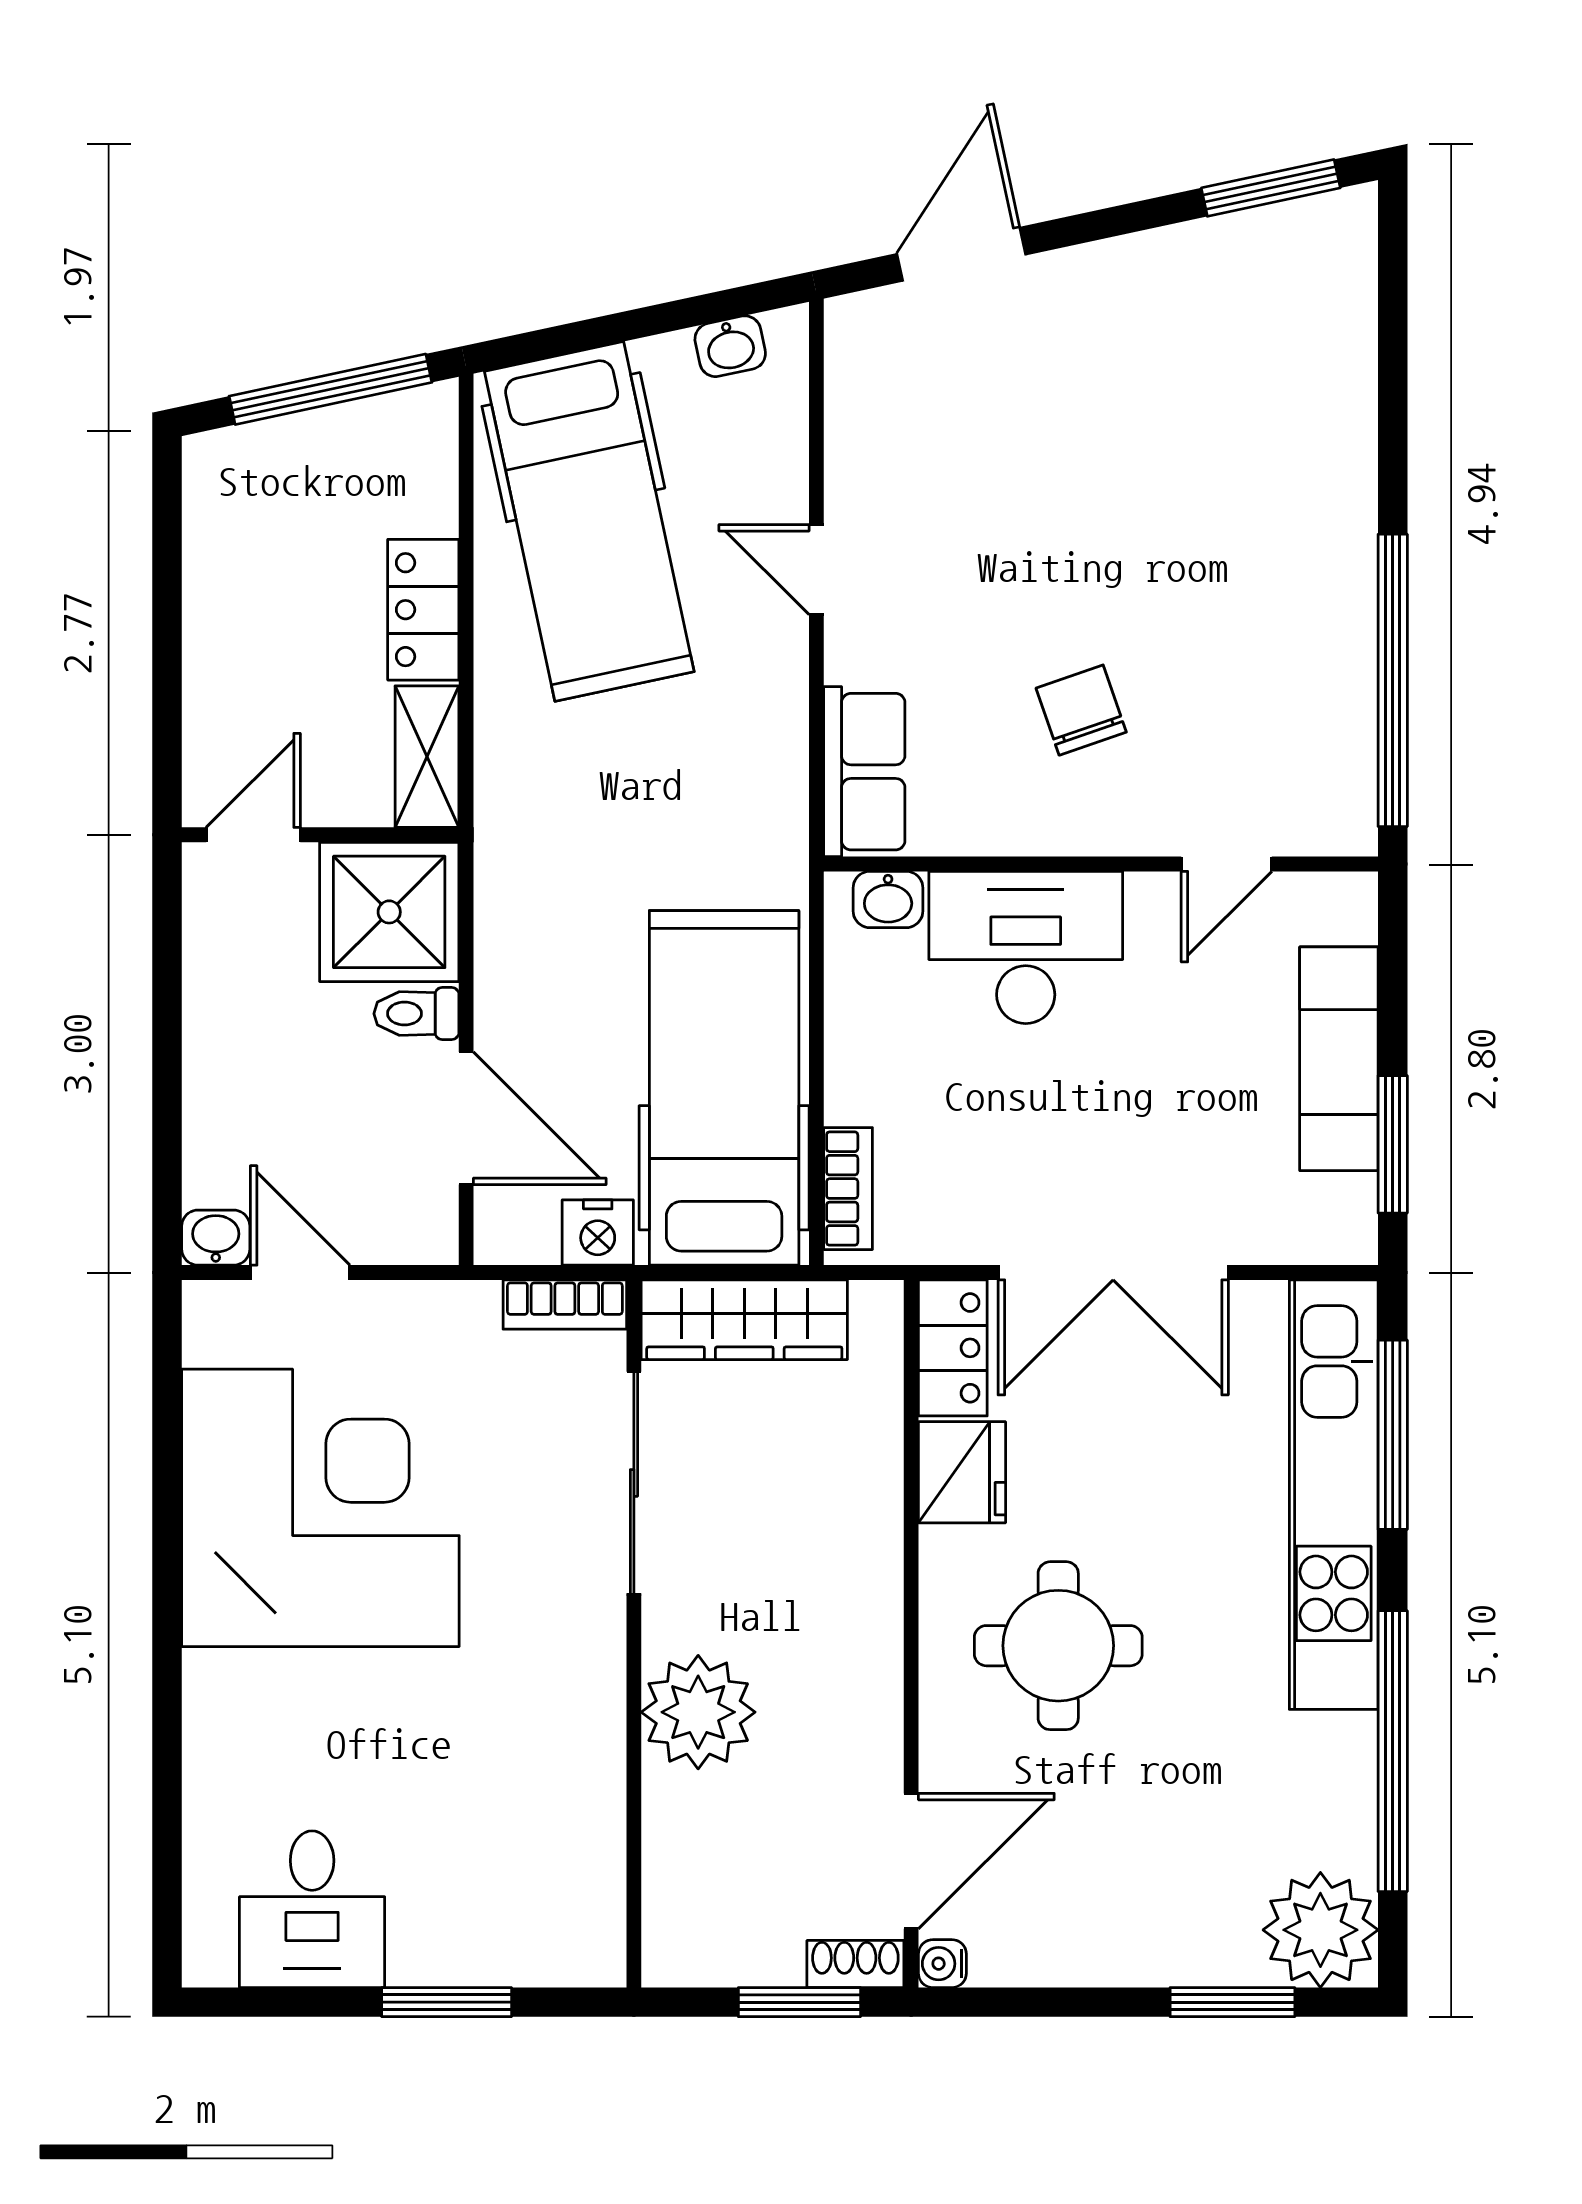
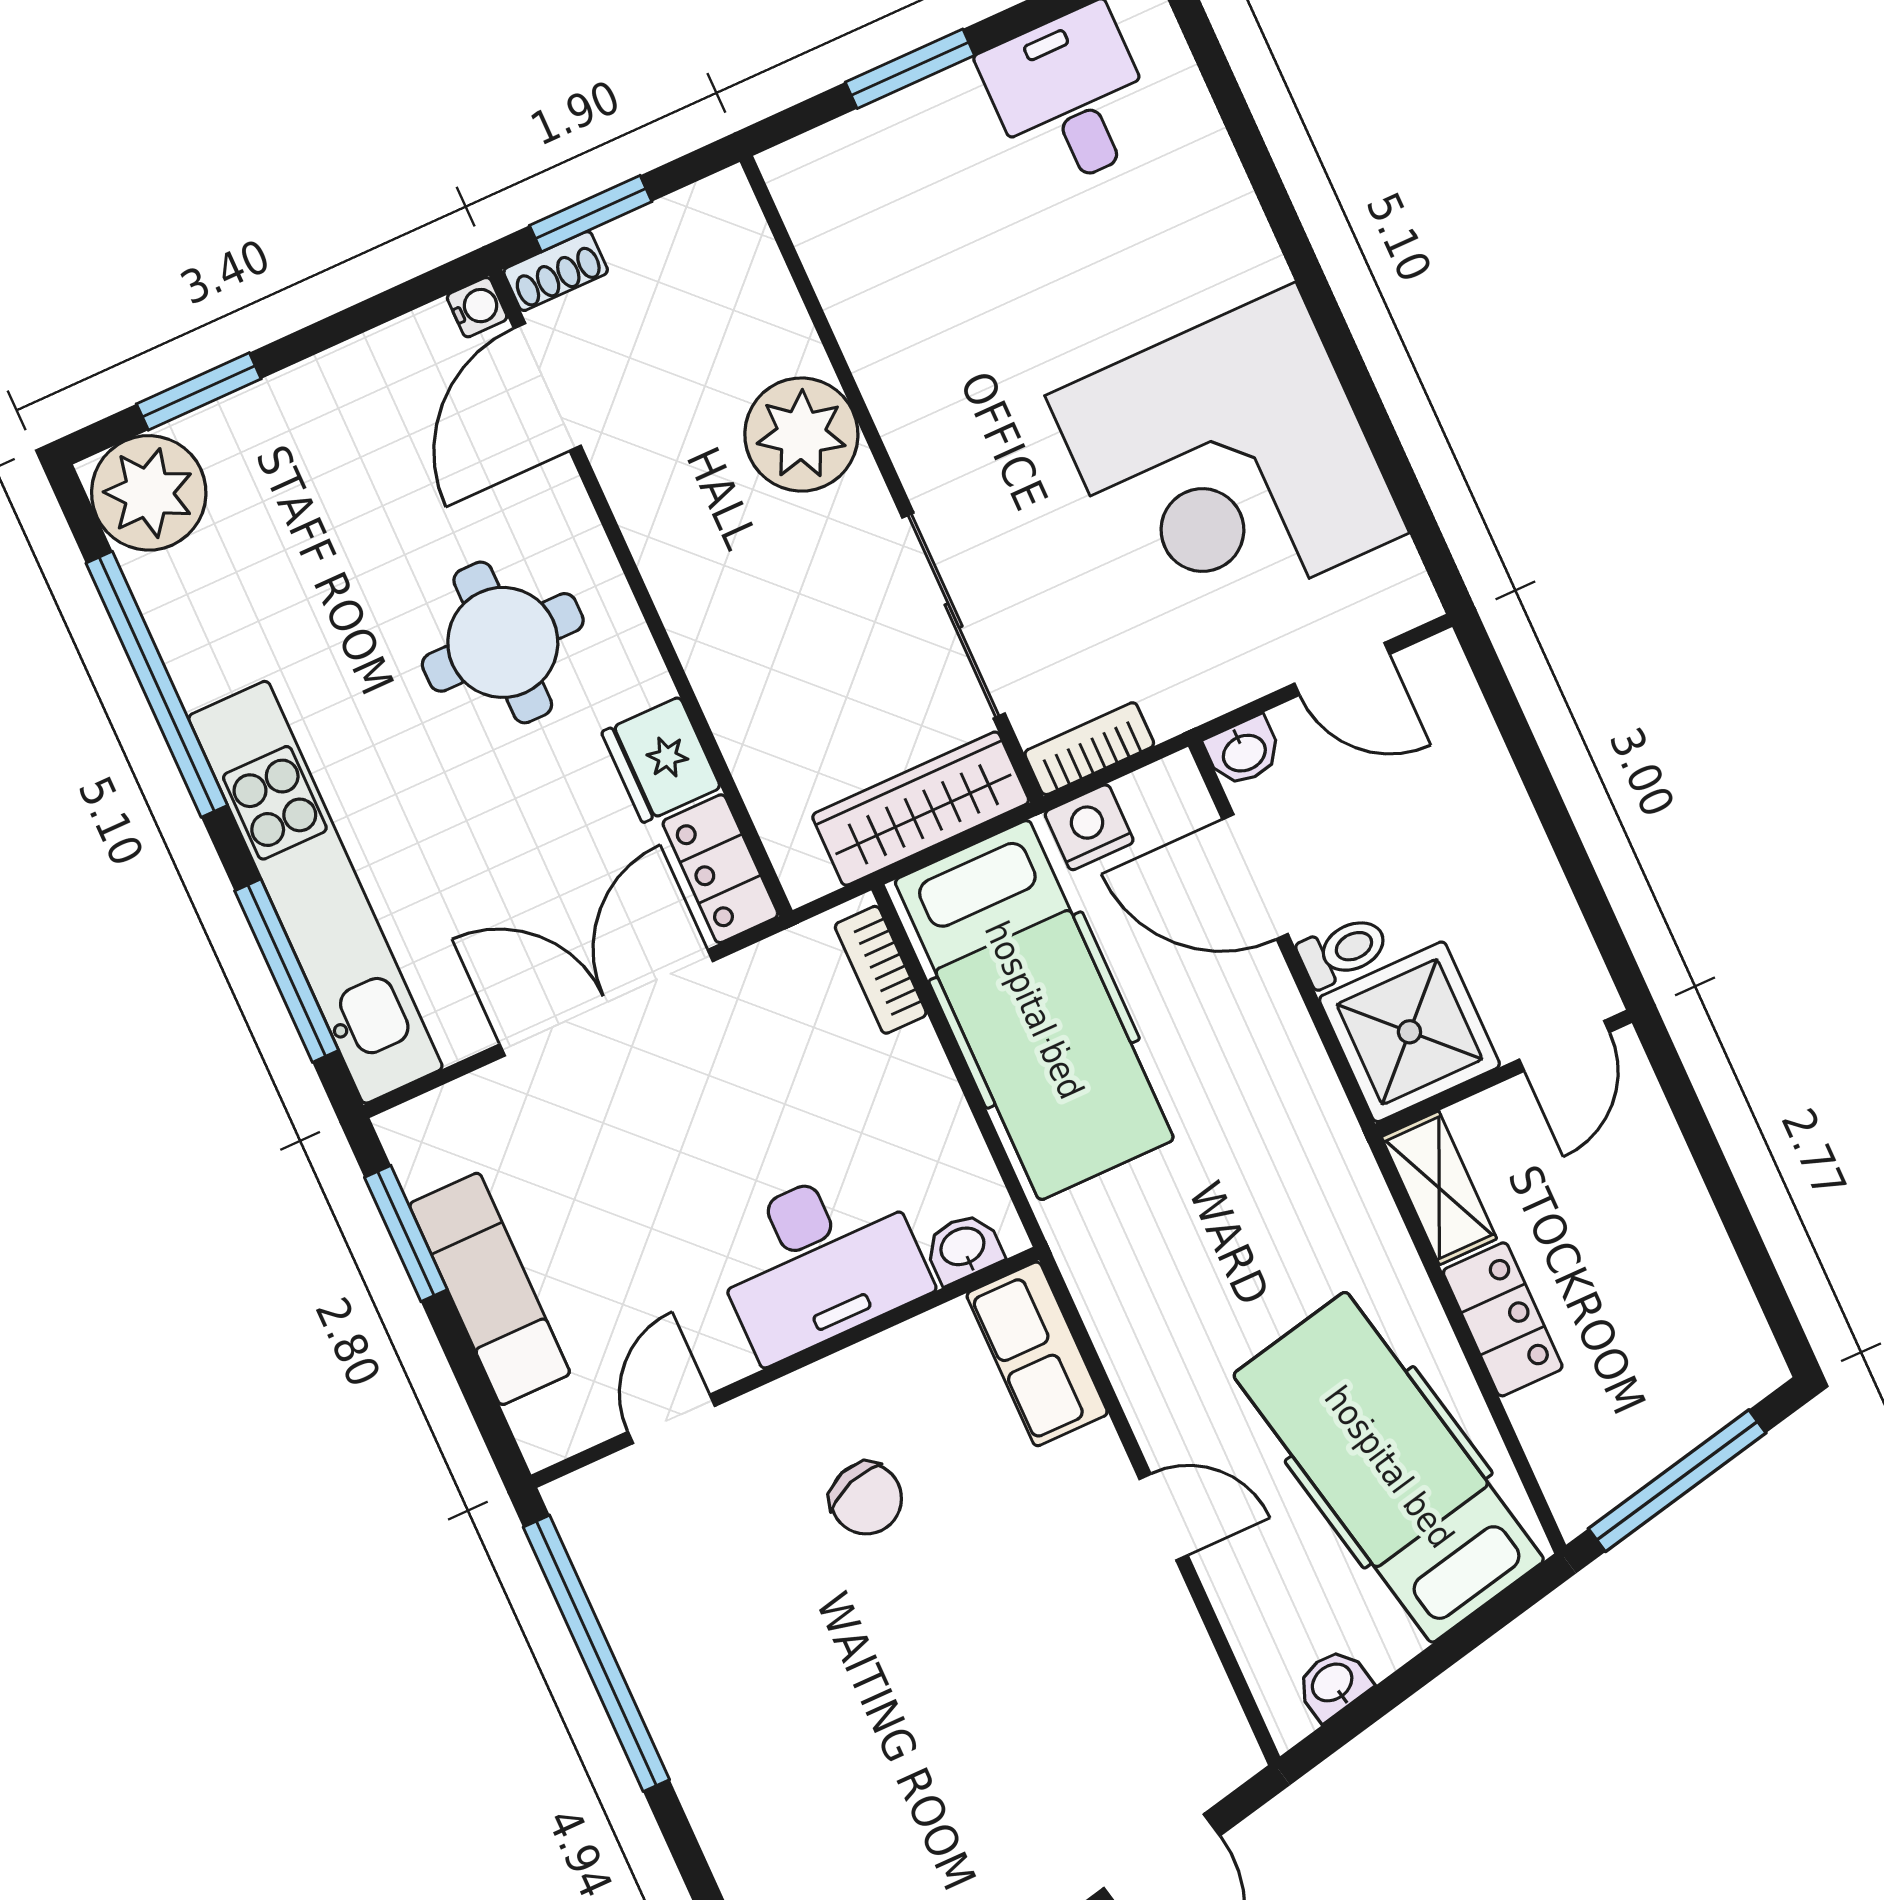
washbasin: (216, 1238) -> (1244, 752), moved

